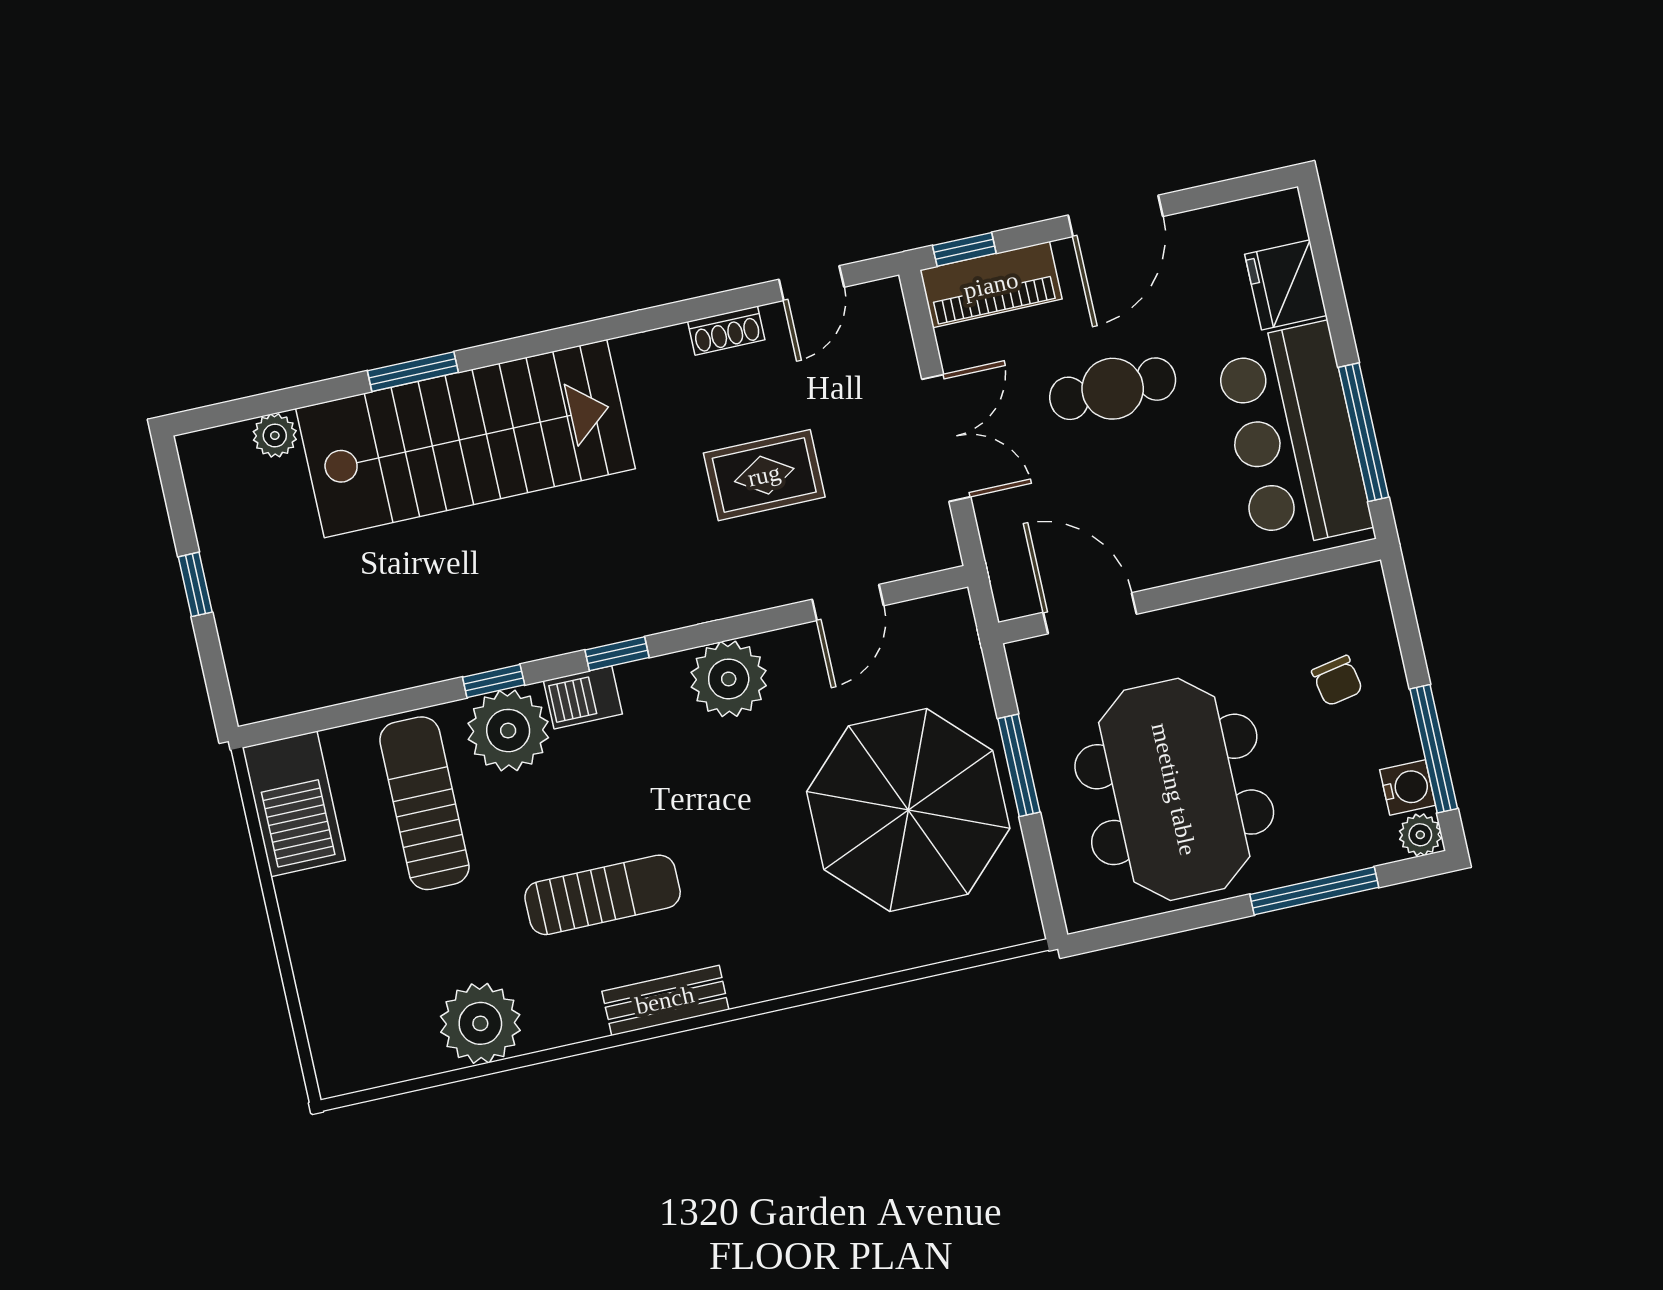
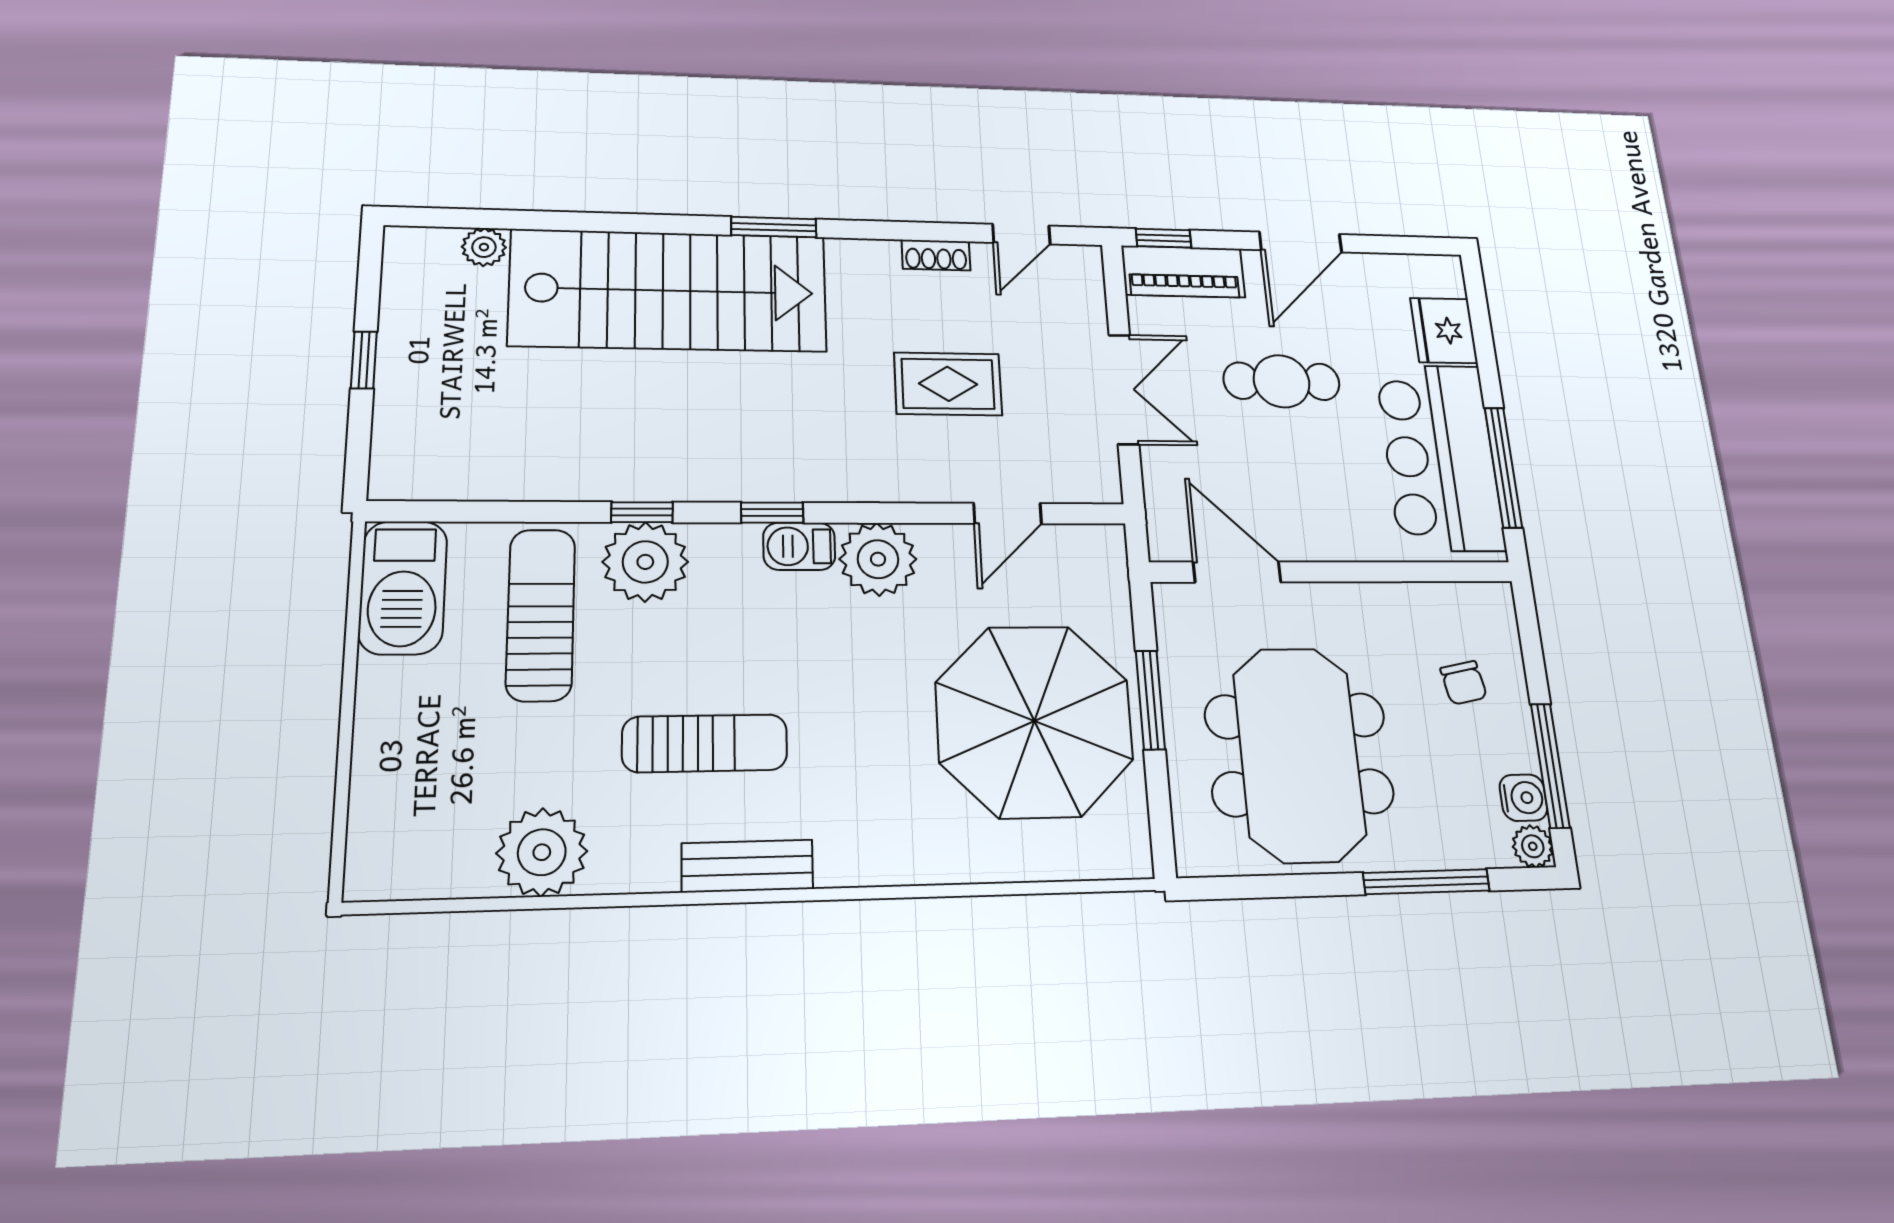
window: (413, 372) -> (774, 227), moved
barbecue: (583, 697) -> (799, 546), moved

